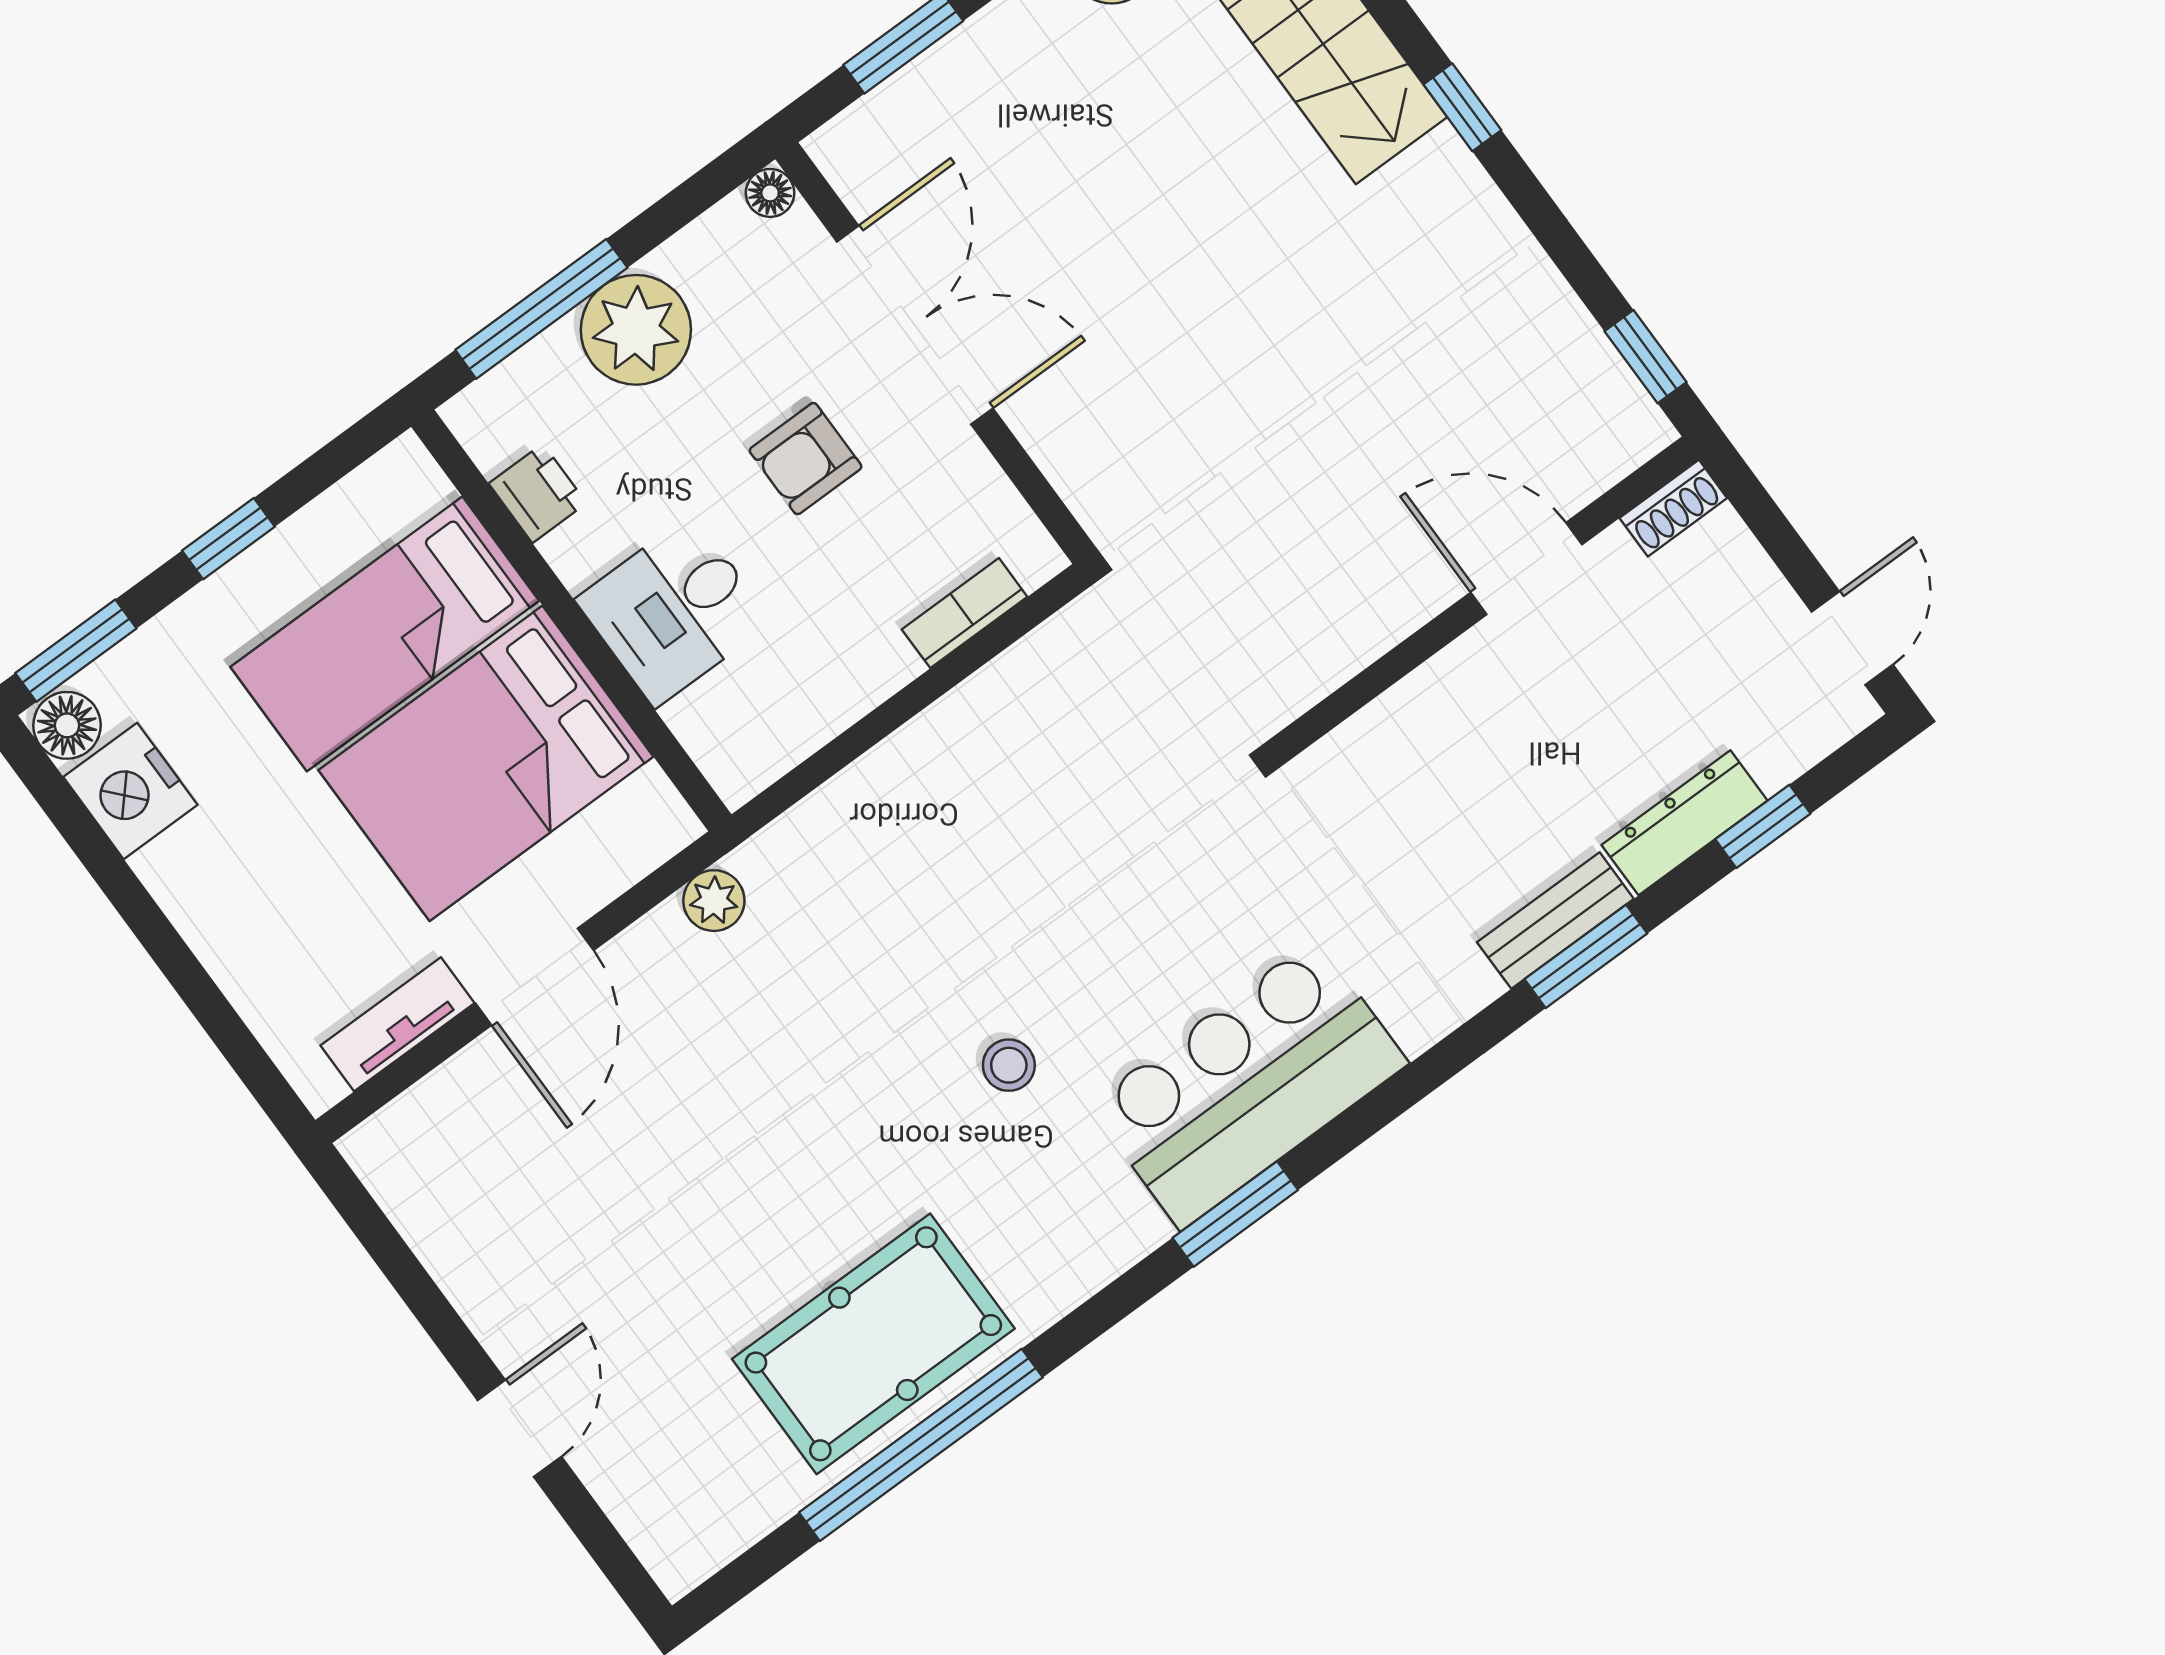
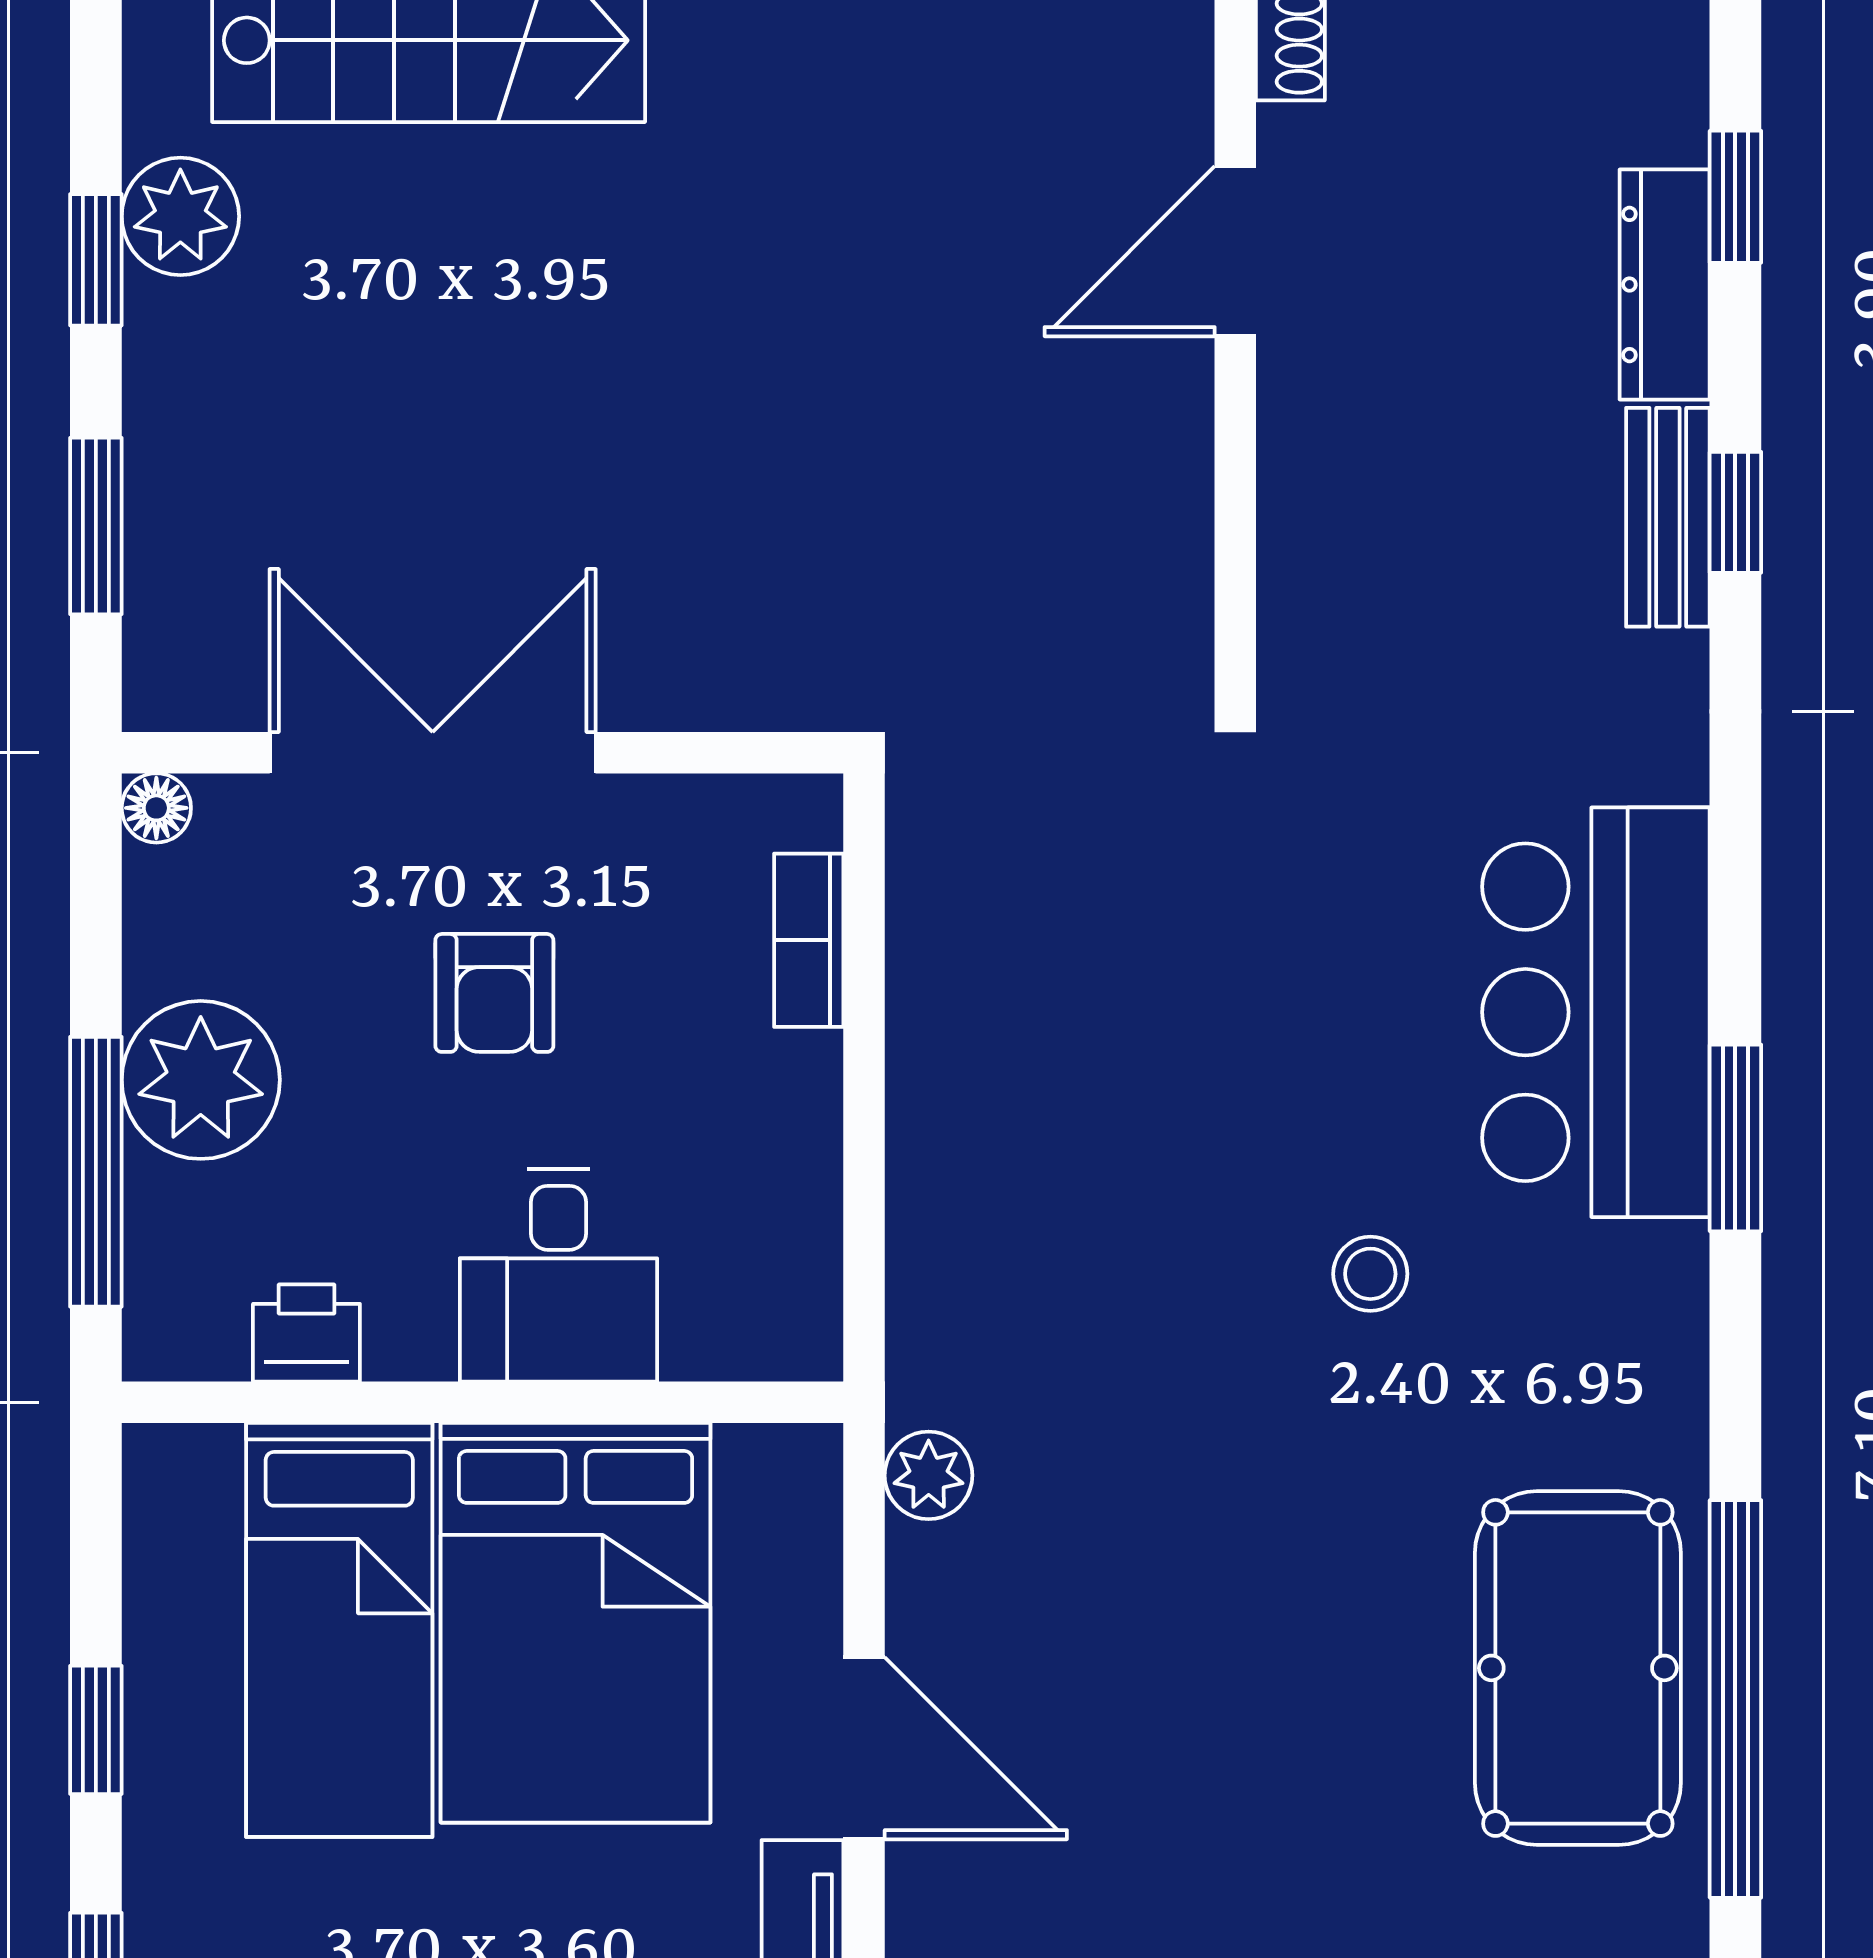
window: (1586, 956) -> (1735, 512), width x0.67

